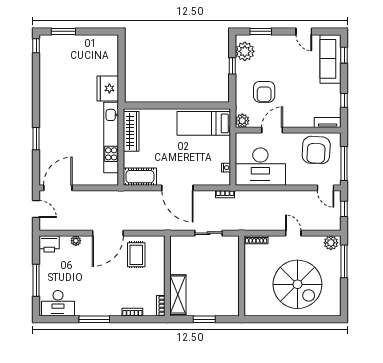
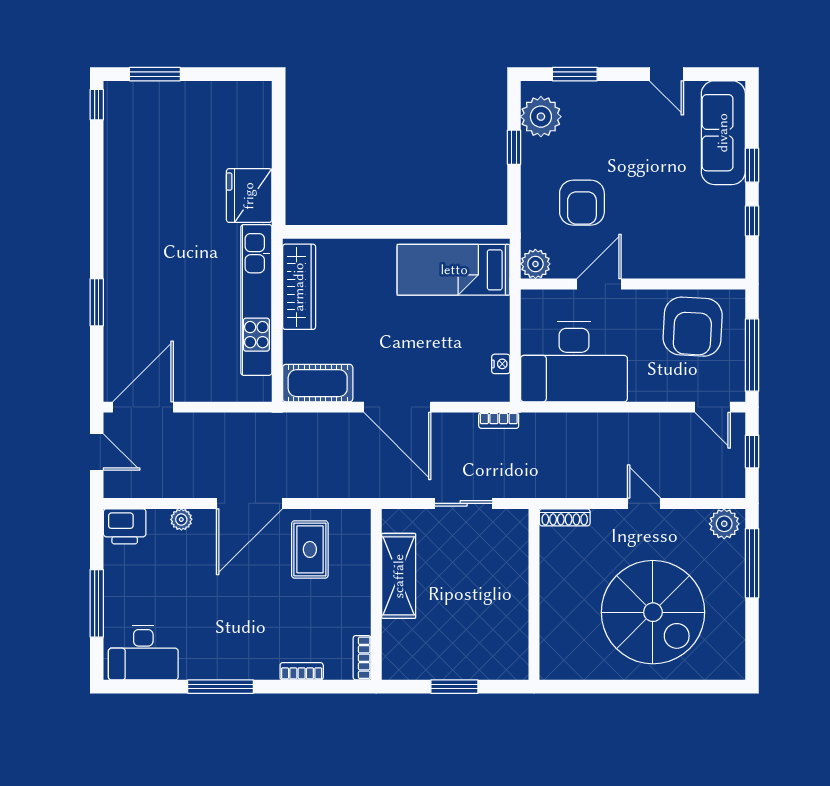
window: (344, 55) -> (752, 165), moved
tv unit: (328, 123) -> (717, 268), removed
shelving: (178, 295) -> (399, 576), moved

